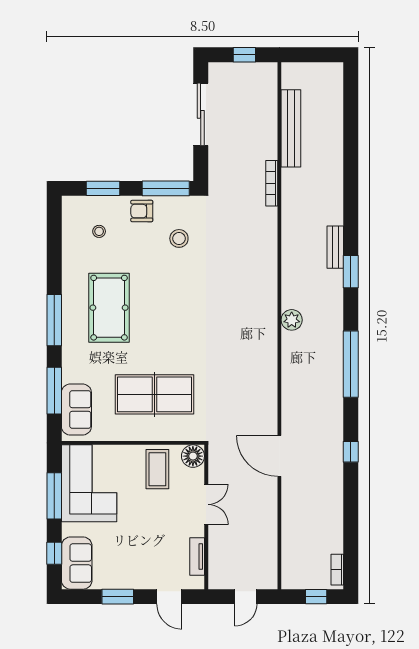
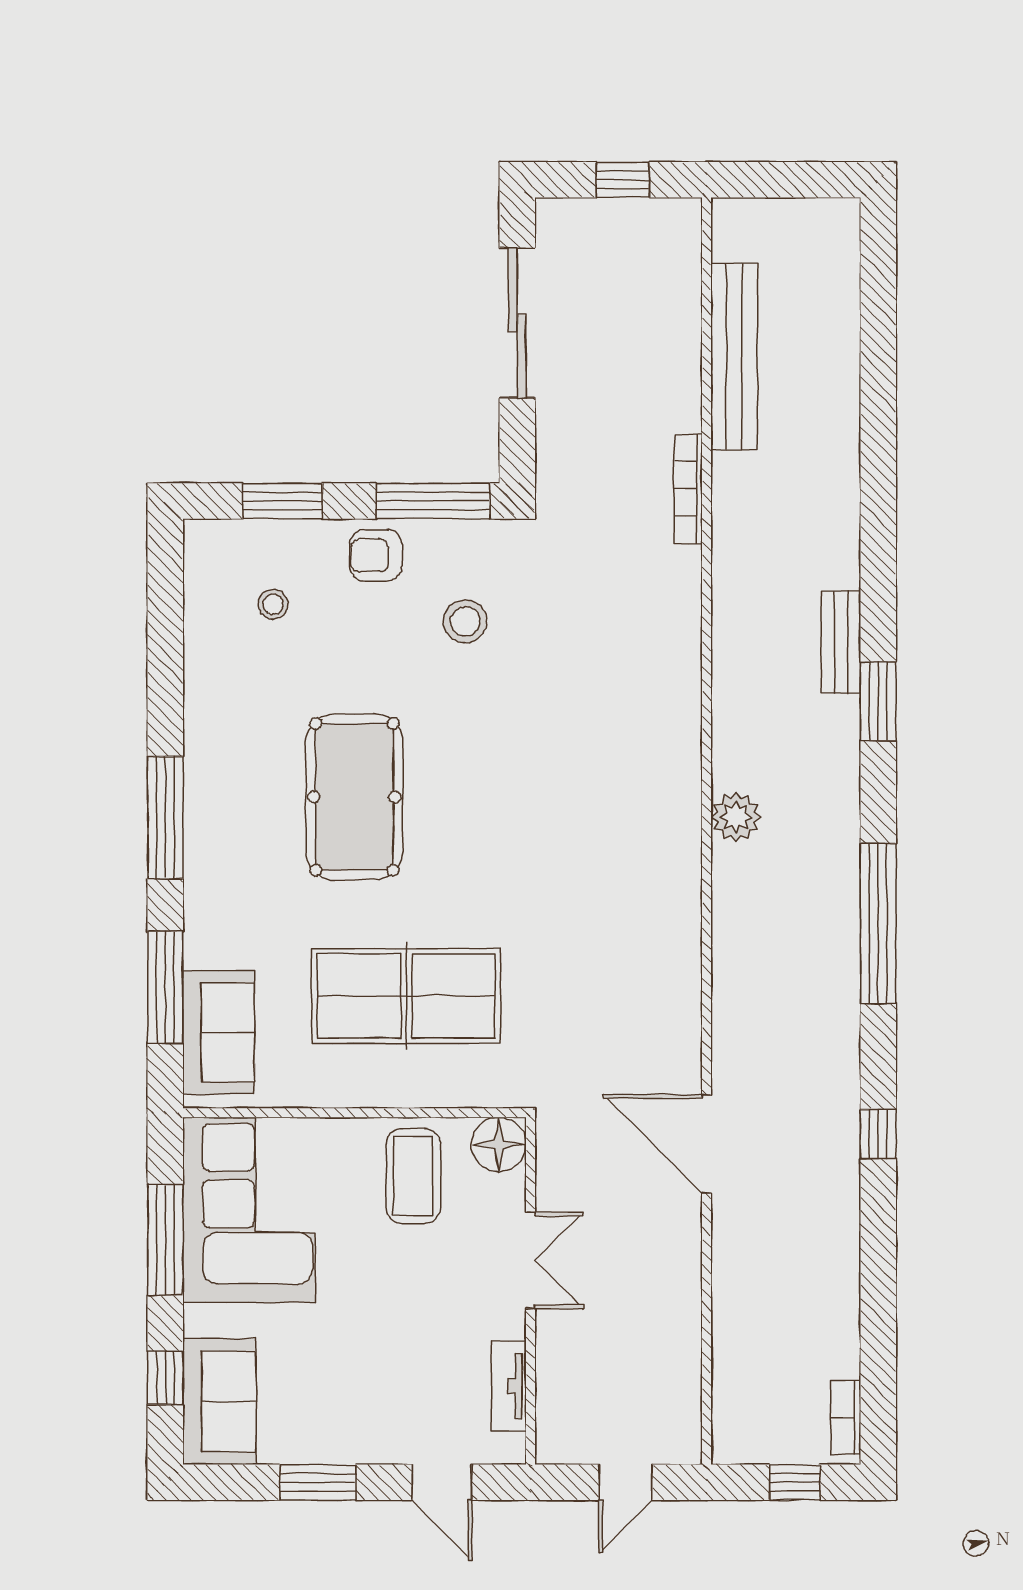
pool table: (109, 308) -> (354, 797), moved

